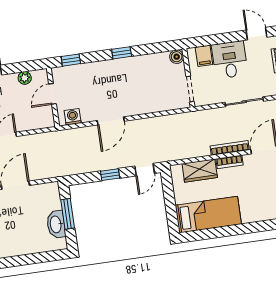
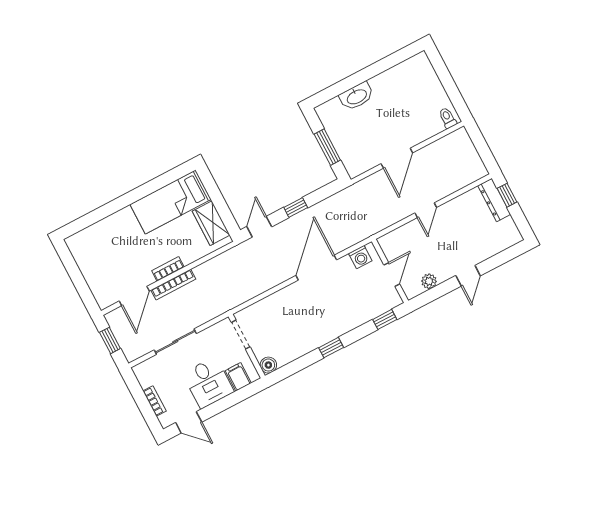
door: (111, 121) -> (316, 268), width x1.36
wardrobe: (200, 171) -> (211, 223), moved, turned -90
washbasin: (56, 224) -> (357, 96), moved, turned 90

